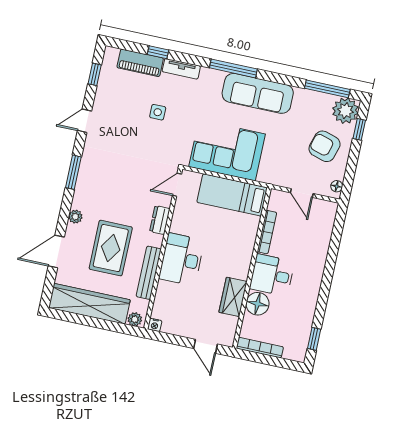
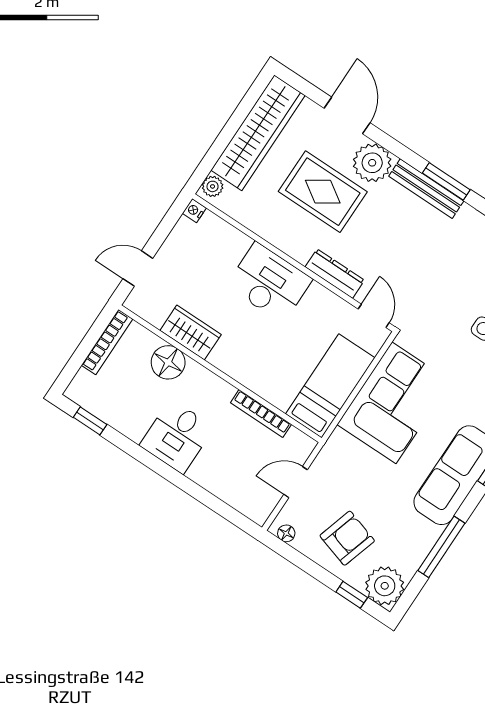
window: (327, 89) -> (441, 547), moved
plant: (75, 217) -> (372, 163), width x1.87, depth x1.87
dresser: (160, 220) -> (335, 274), width x1.44
bench: (149, 273) -> (426, 189), moved
desk: (272, 275) -> (177, 436), moved, turned 180

